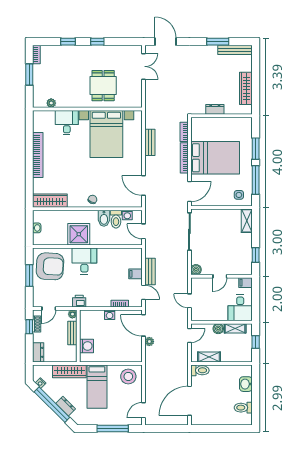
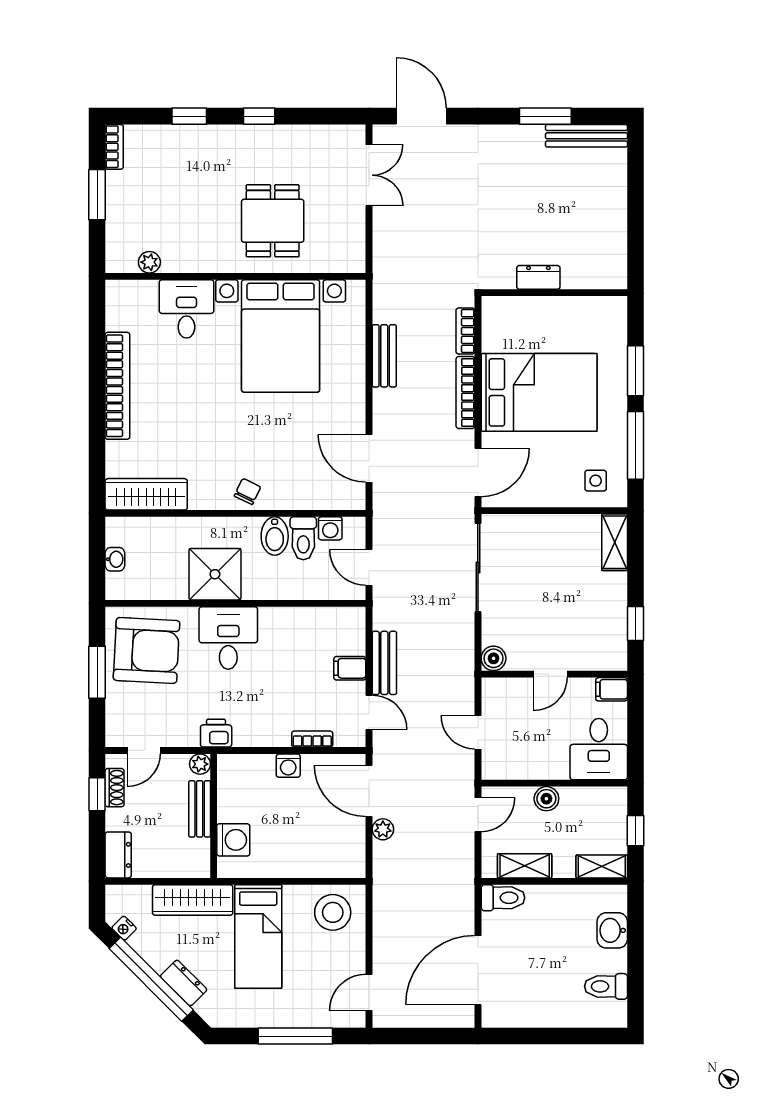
wardrobe: (246, 88) -> (612, 227), removed
shelving: (235, 328) -> (602, 866), moved

